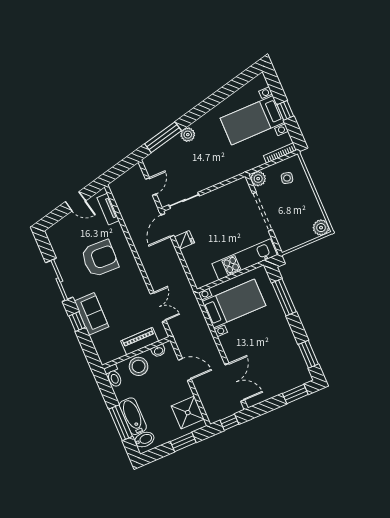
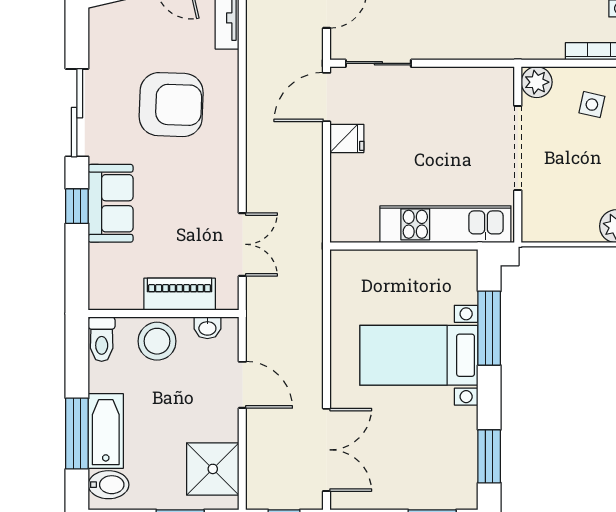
bed with nightstands: (234, 303) -> (419, 355), moved, turned 180

